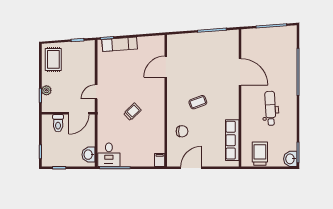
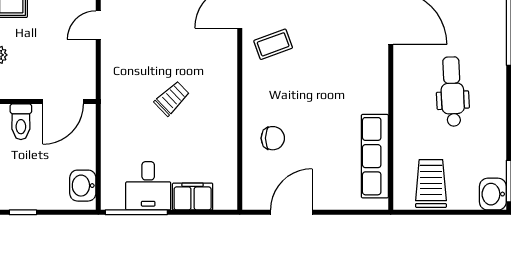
door: (96, 92) -> (98, 25), moved
coffee table: (198, 102) -> (273, 44), moved
desk: (109, 155) -> (148, 186), moved
filing cabinet: (160, 160) -> (193, 197), moved, width x2.00

